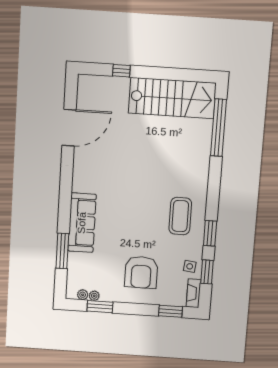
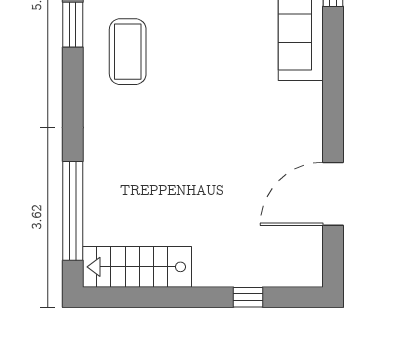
stairs: (172, 98) -> (137, 267), width x0.73, depth x0.66

